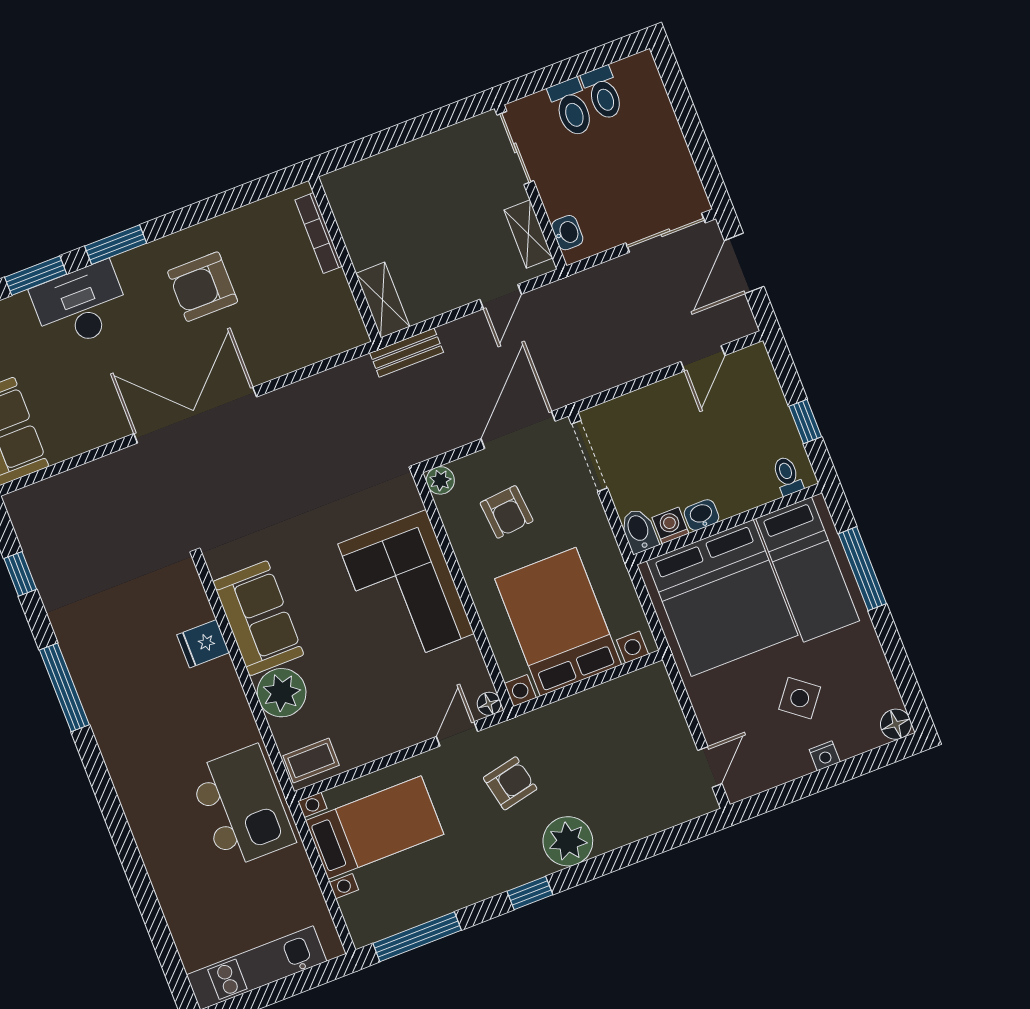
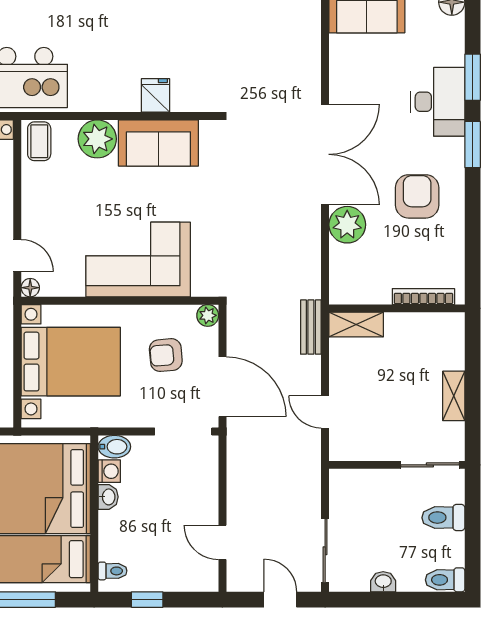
toilet: (603, 93) -> (445, 580), moved
washbasin: (567, 233) -> (383, 582), moved, turned 180
shelving: (528, 234) -> (454, 396), moved, turned 90
door: (744, 263) -> (280, 600), width x0.73
plant: (268, 357) -> (347, 225), added

